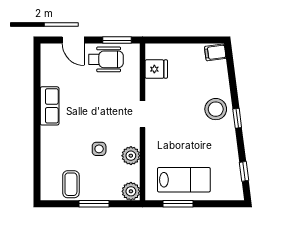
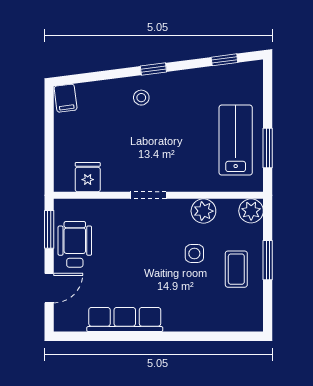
row of seats: (50, 106) -> (125, 319), width x1.48
stool: (216, 109) -> (141, 98), width x0.53, depth x0.53
coffee table: (71, 184) -> (236, 269), moved, turned 90

